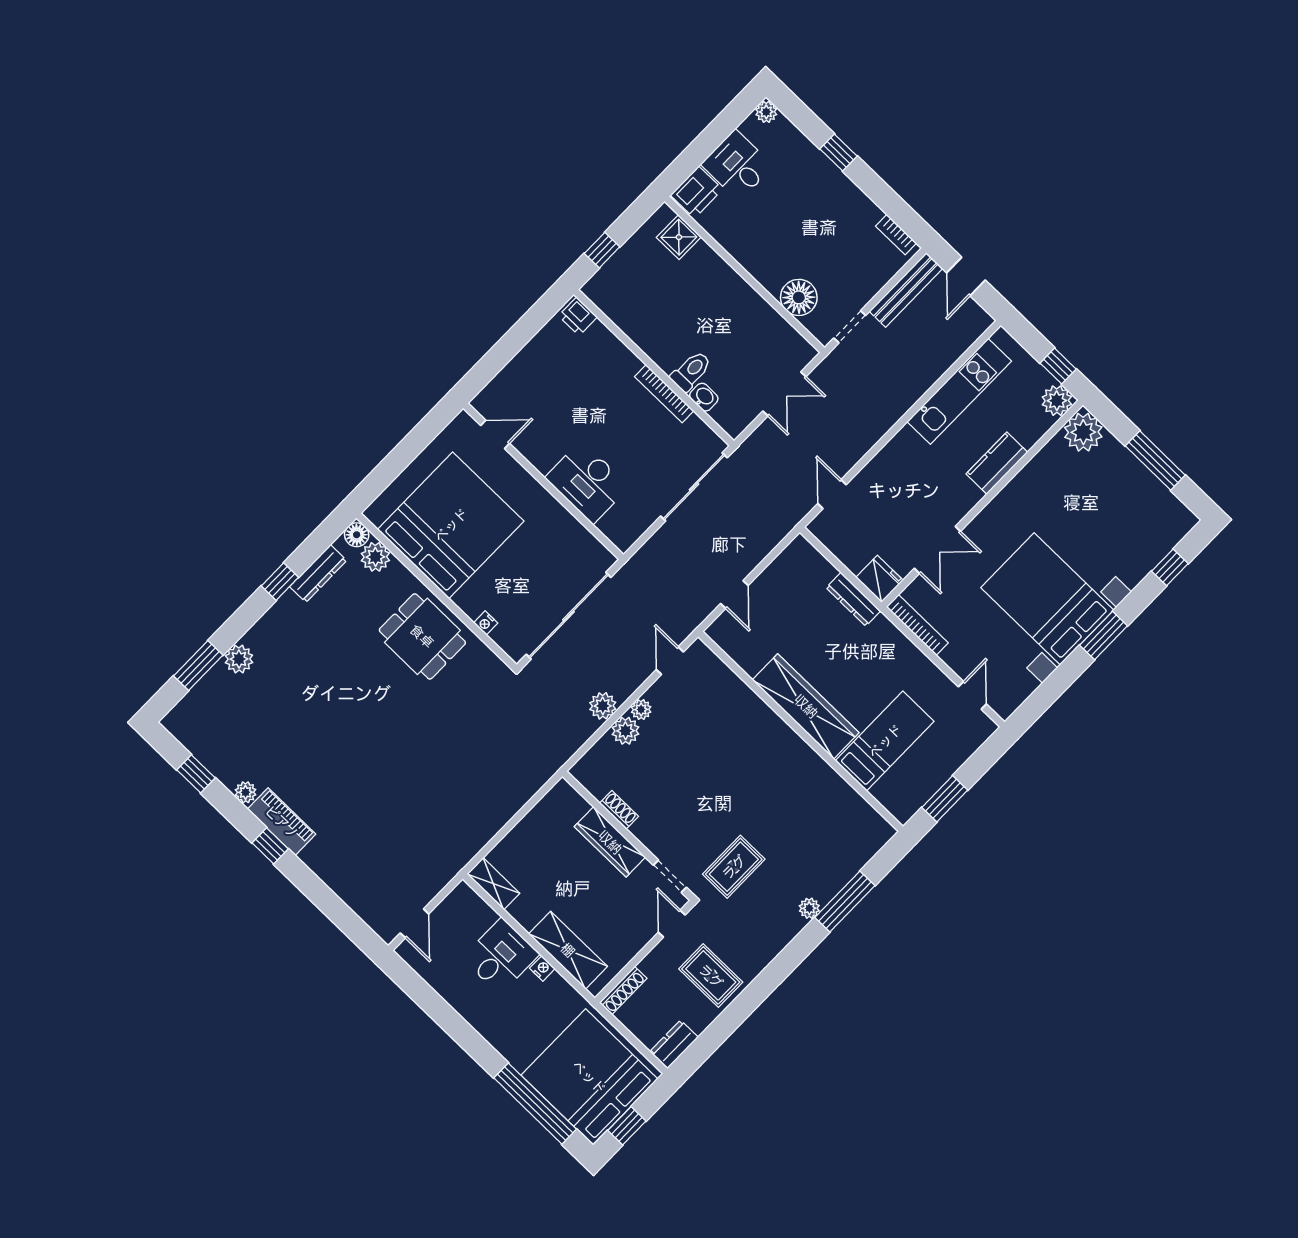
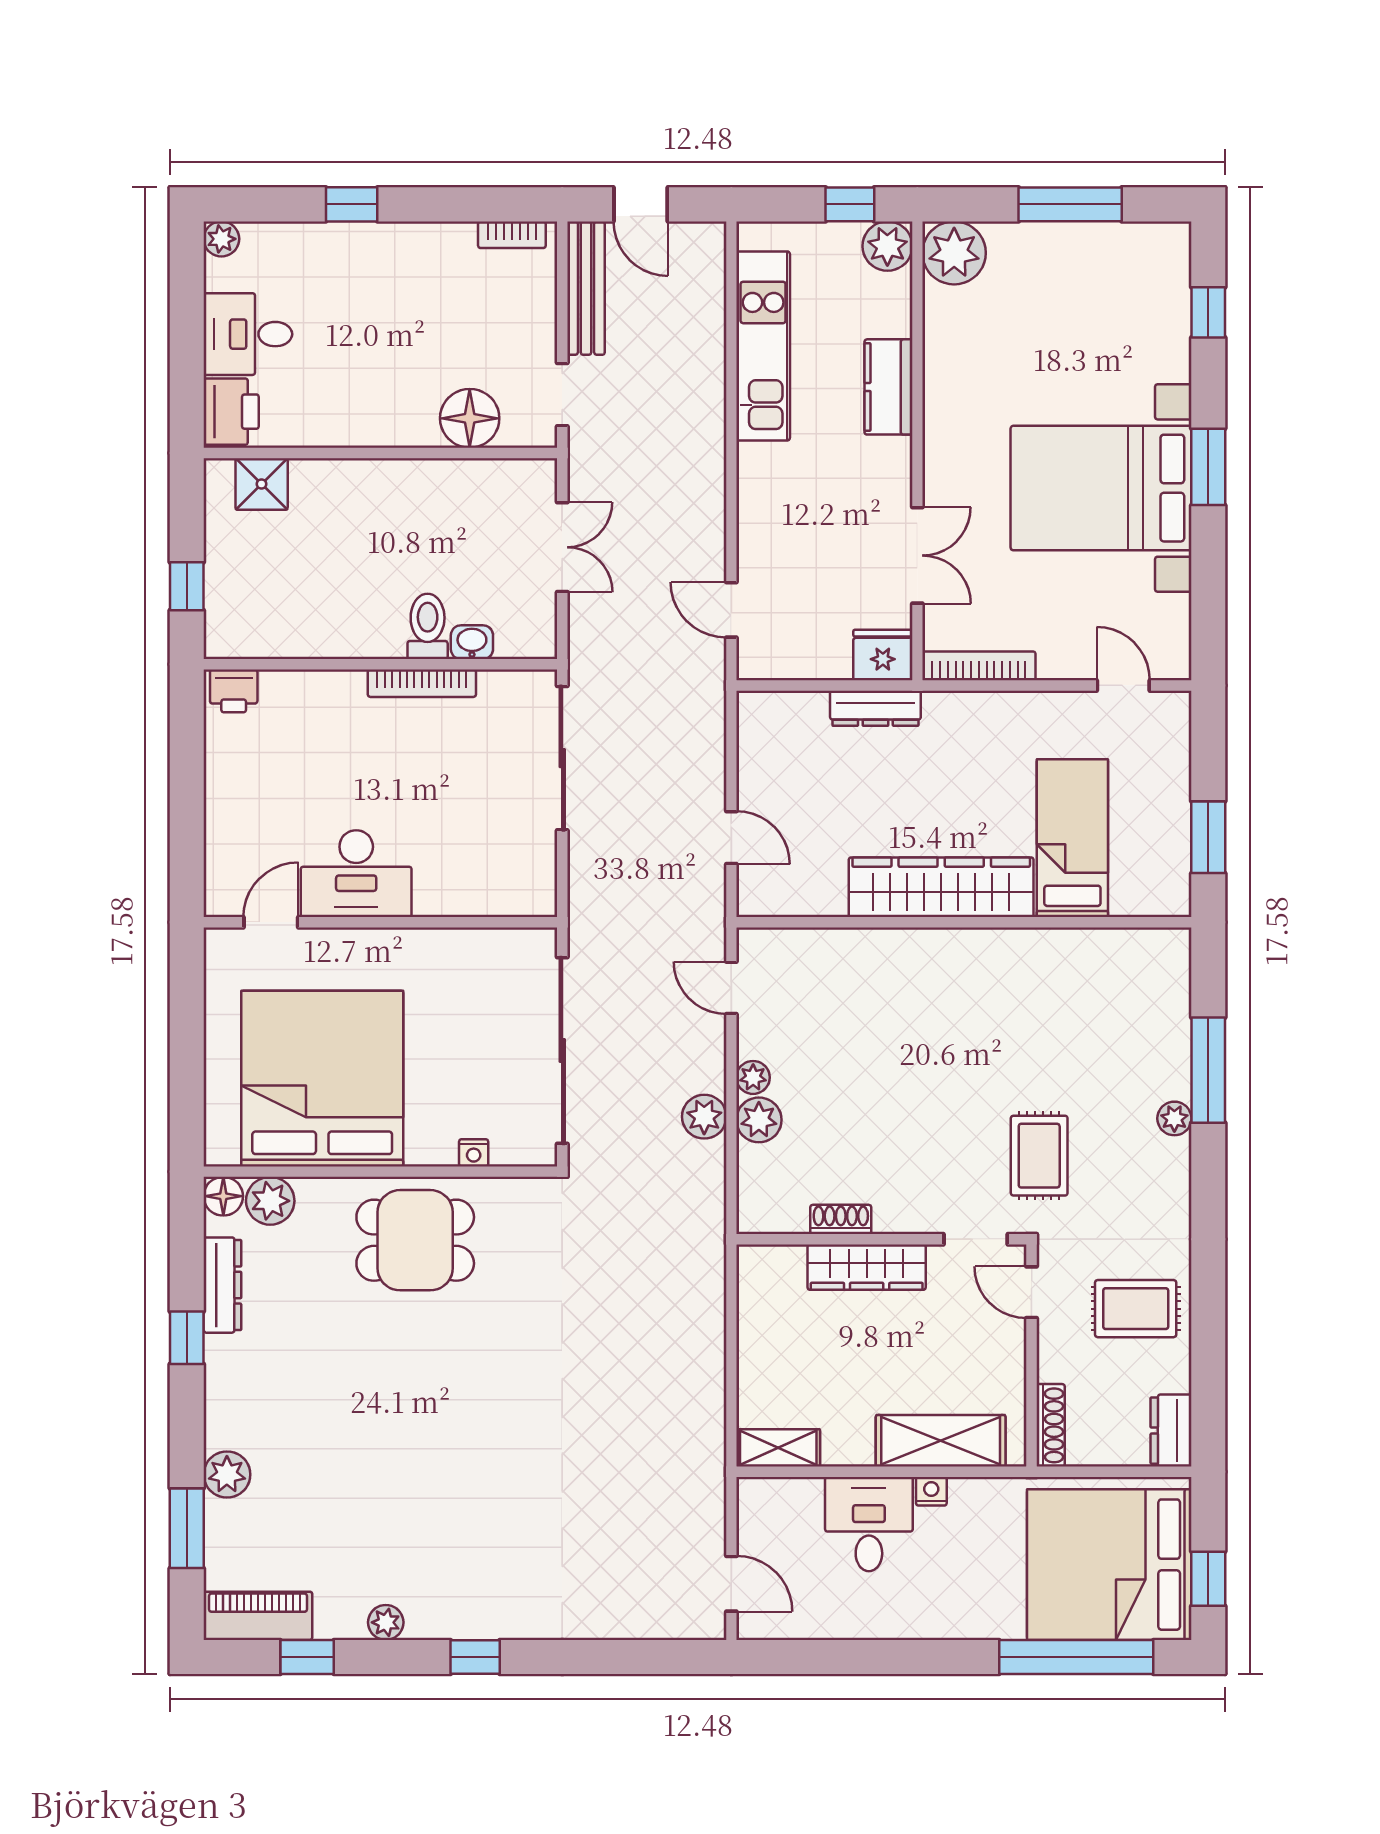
desk: (587, 482) -> (356, 874), moved
piano: (282, 822) -> (258, 1616), moved

